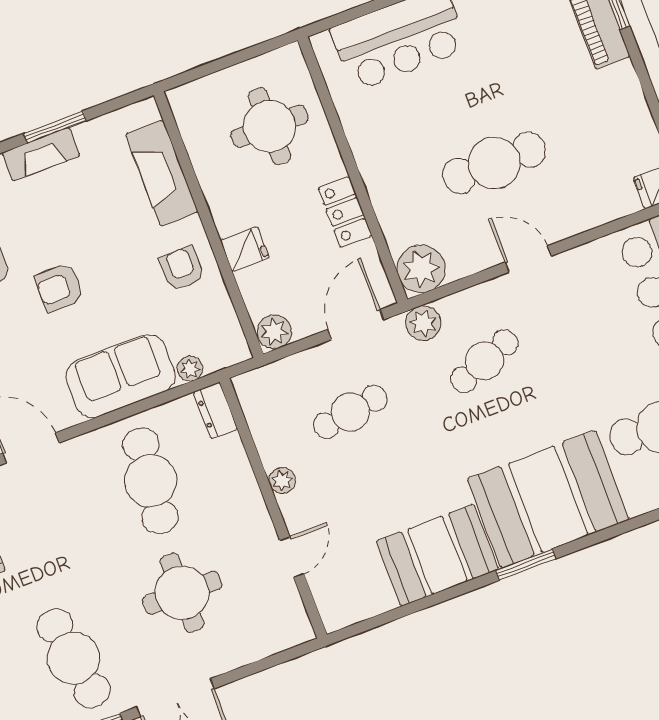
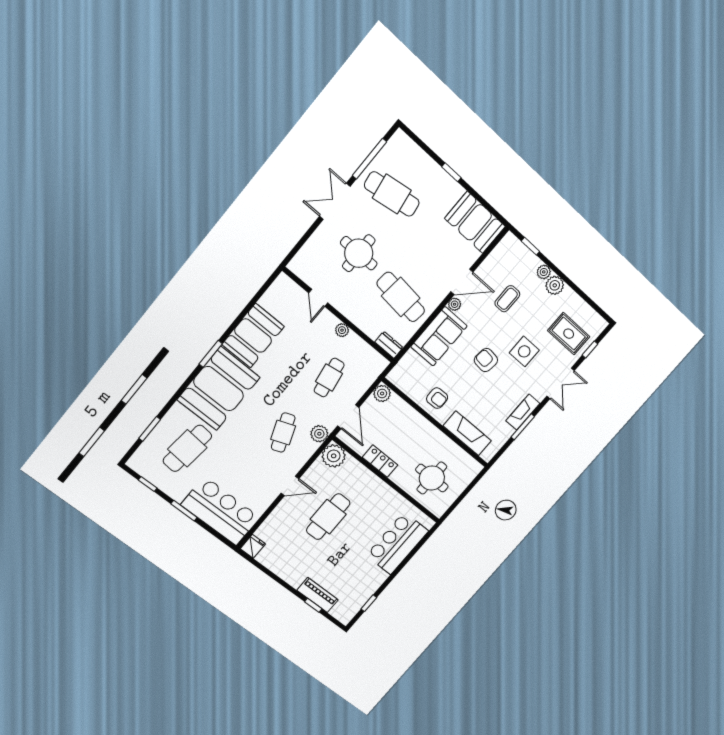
fridge: (245, 249) -> (414, 421), removed
armchair: (59, 288) -> (486, 360), turned -83
plant: (190, 369) -> (455, 304), moved

